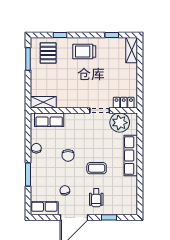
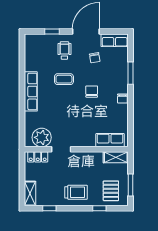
shelving: (43, 102) -> (116, 157), moved
locker: (124, 103) -> (38, 157), moved
wall: (84, 110) -> (76, 149), moved
doorway: (100, 110) -> (61, 149), moved
row of seats: (49, 120) -> (110, 140), moved
plant: (120, 123) -> (42, 137), moved

